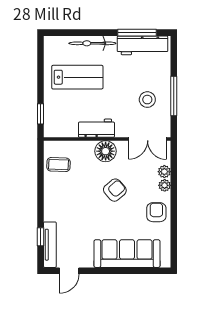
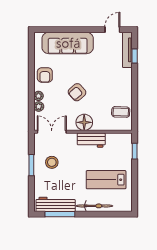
window: (174, 96) -> (31, 165), width x0.69

